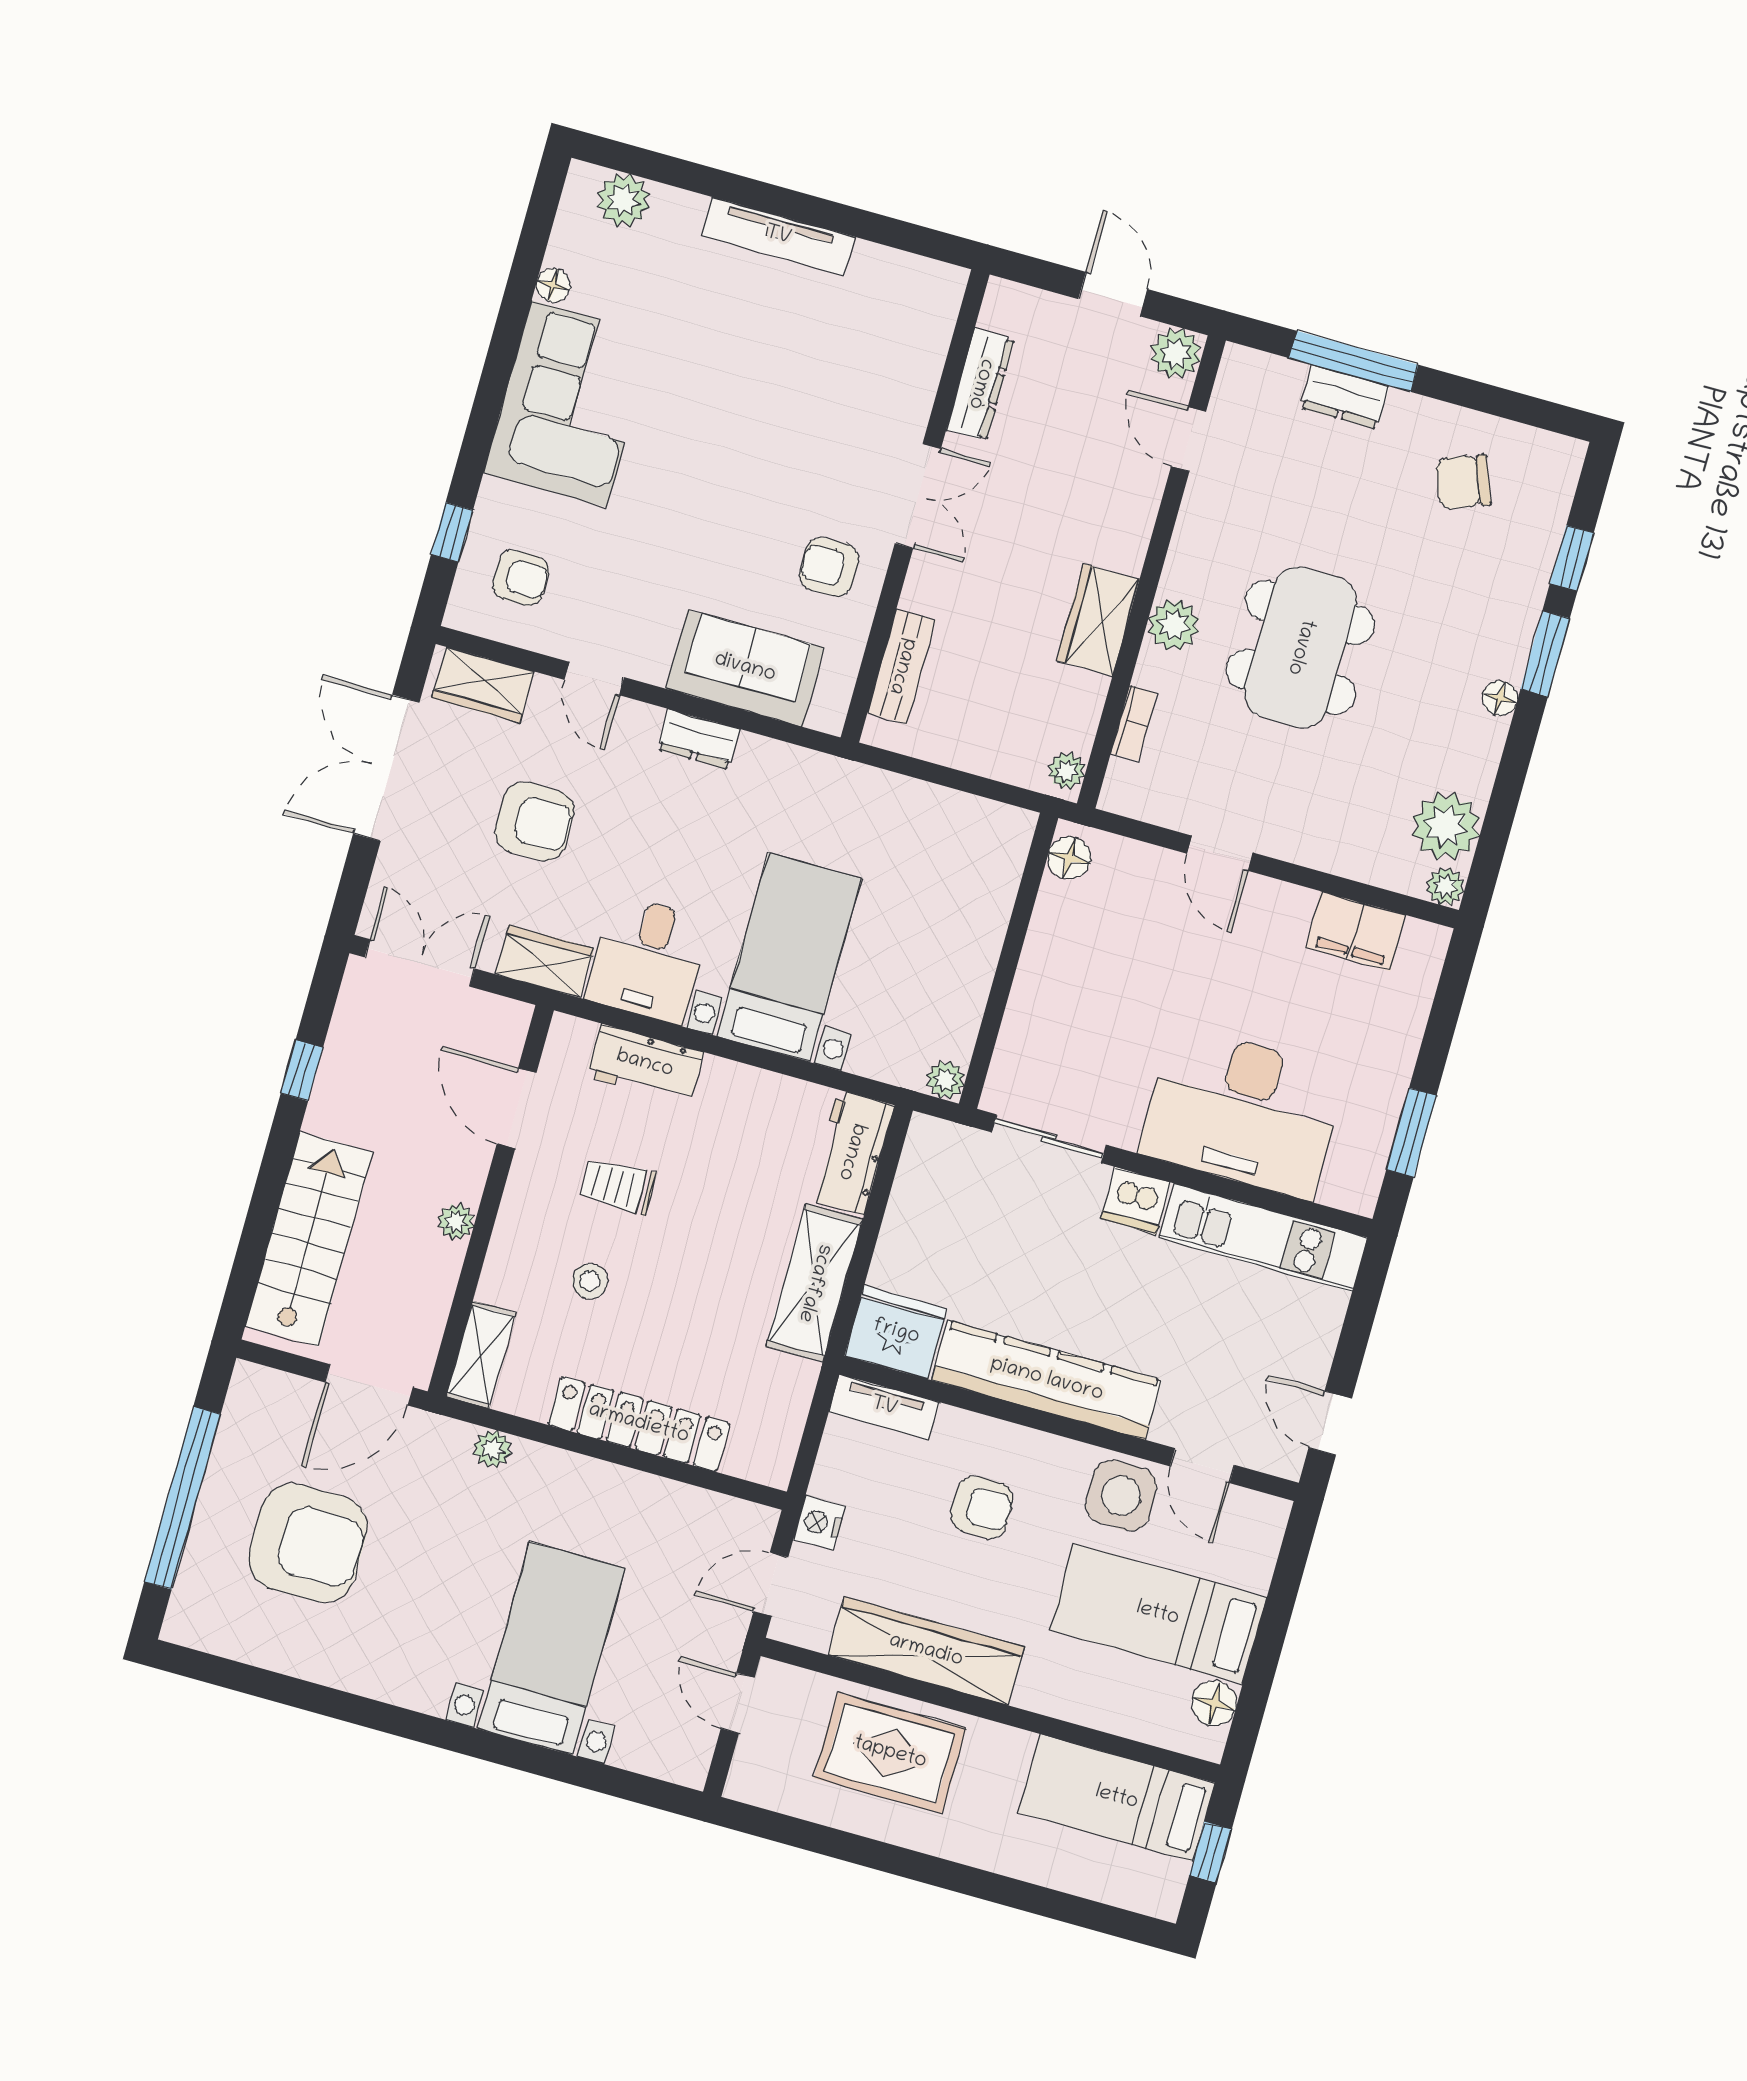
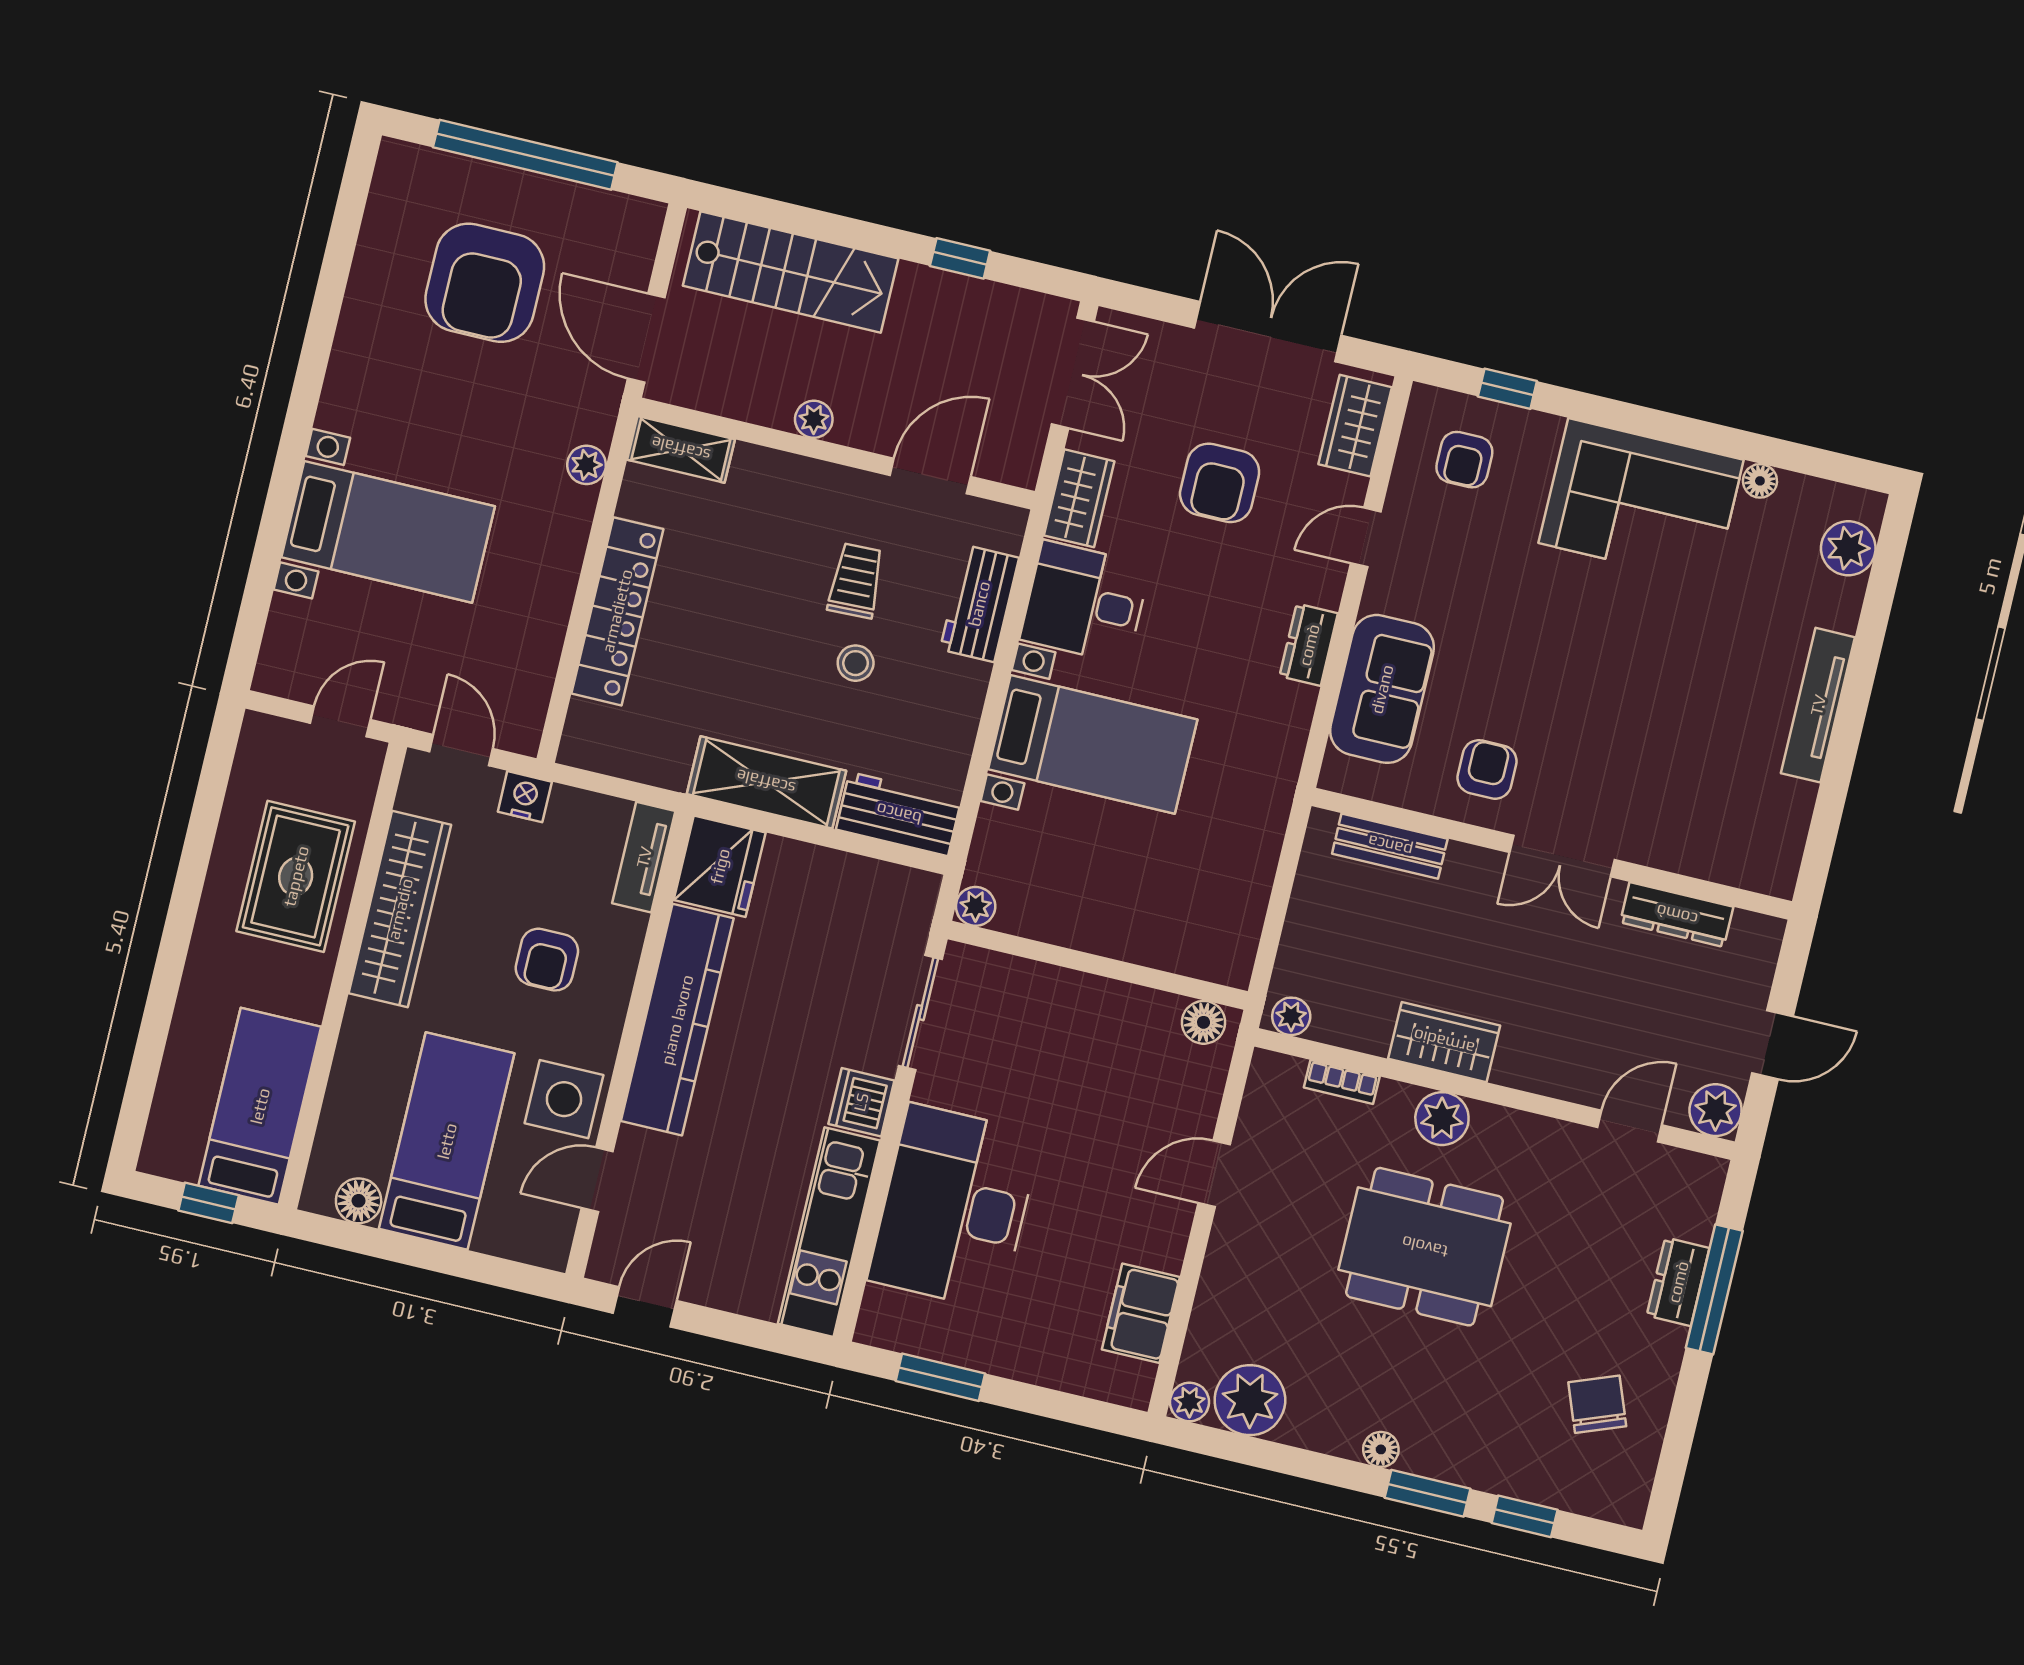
stool: (590, 1281) -> (856, 663), moved

